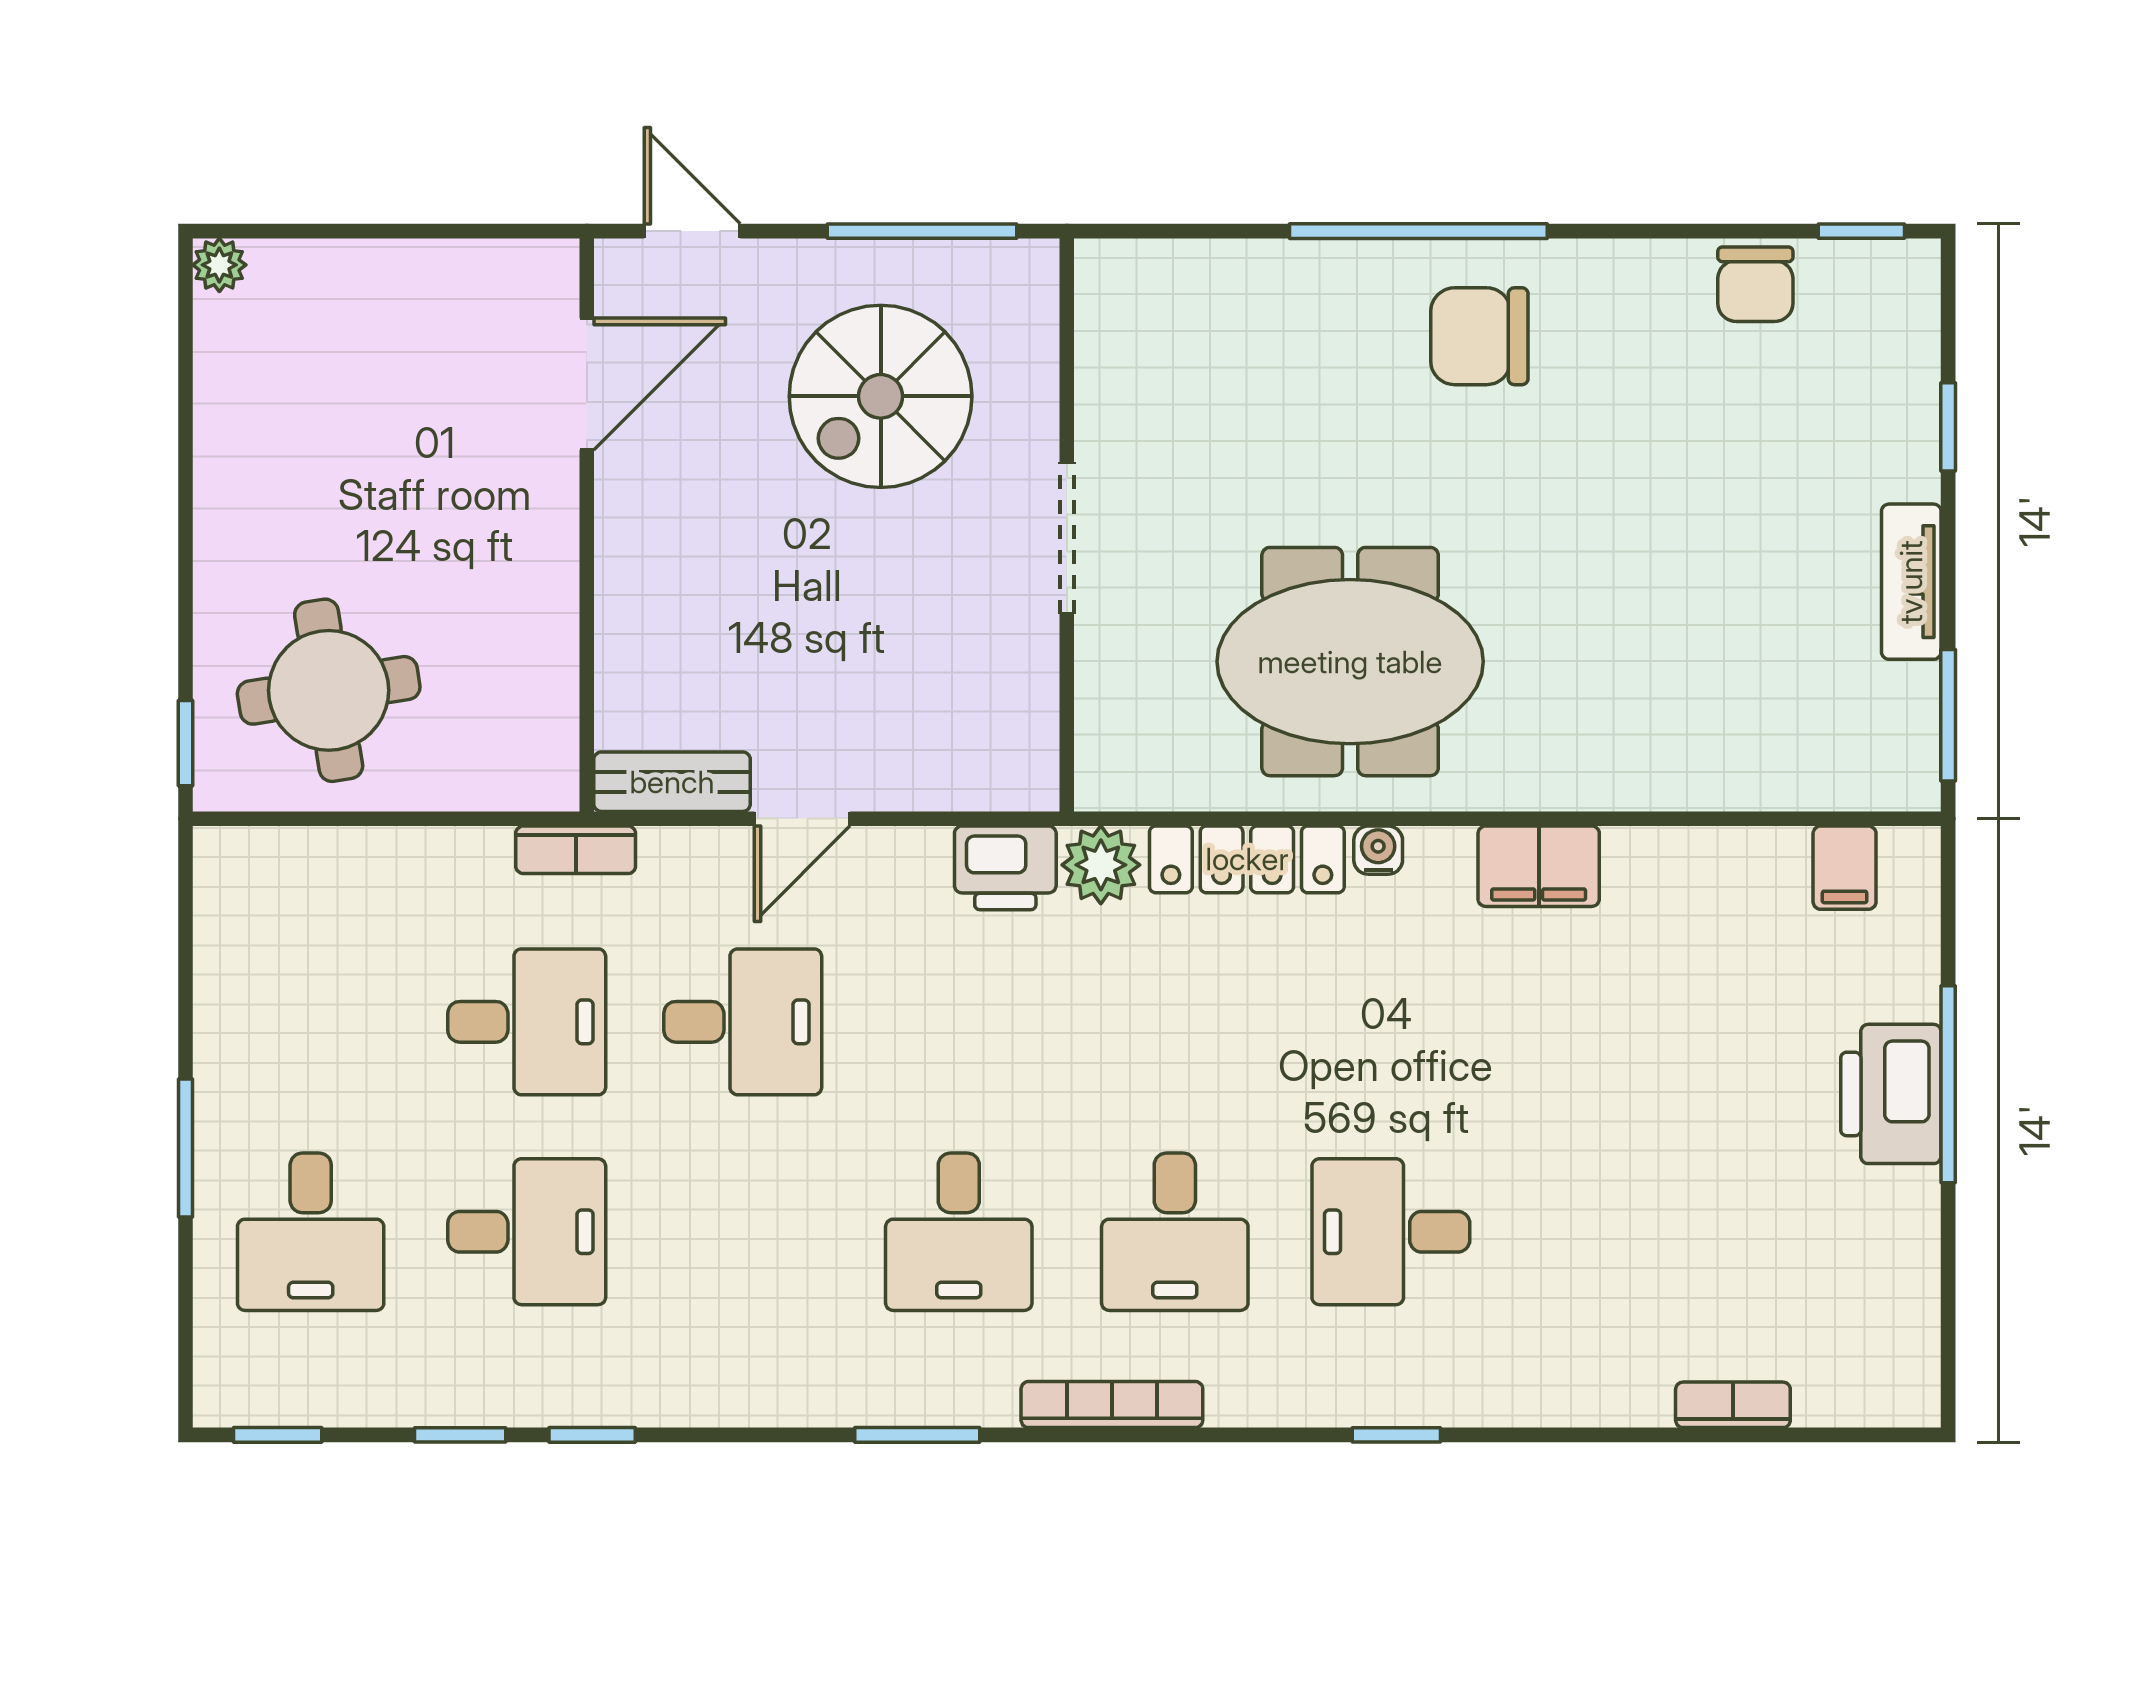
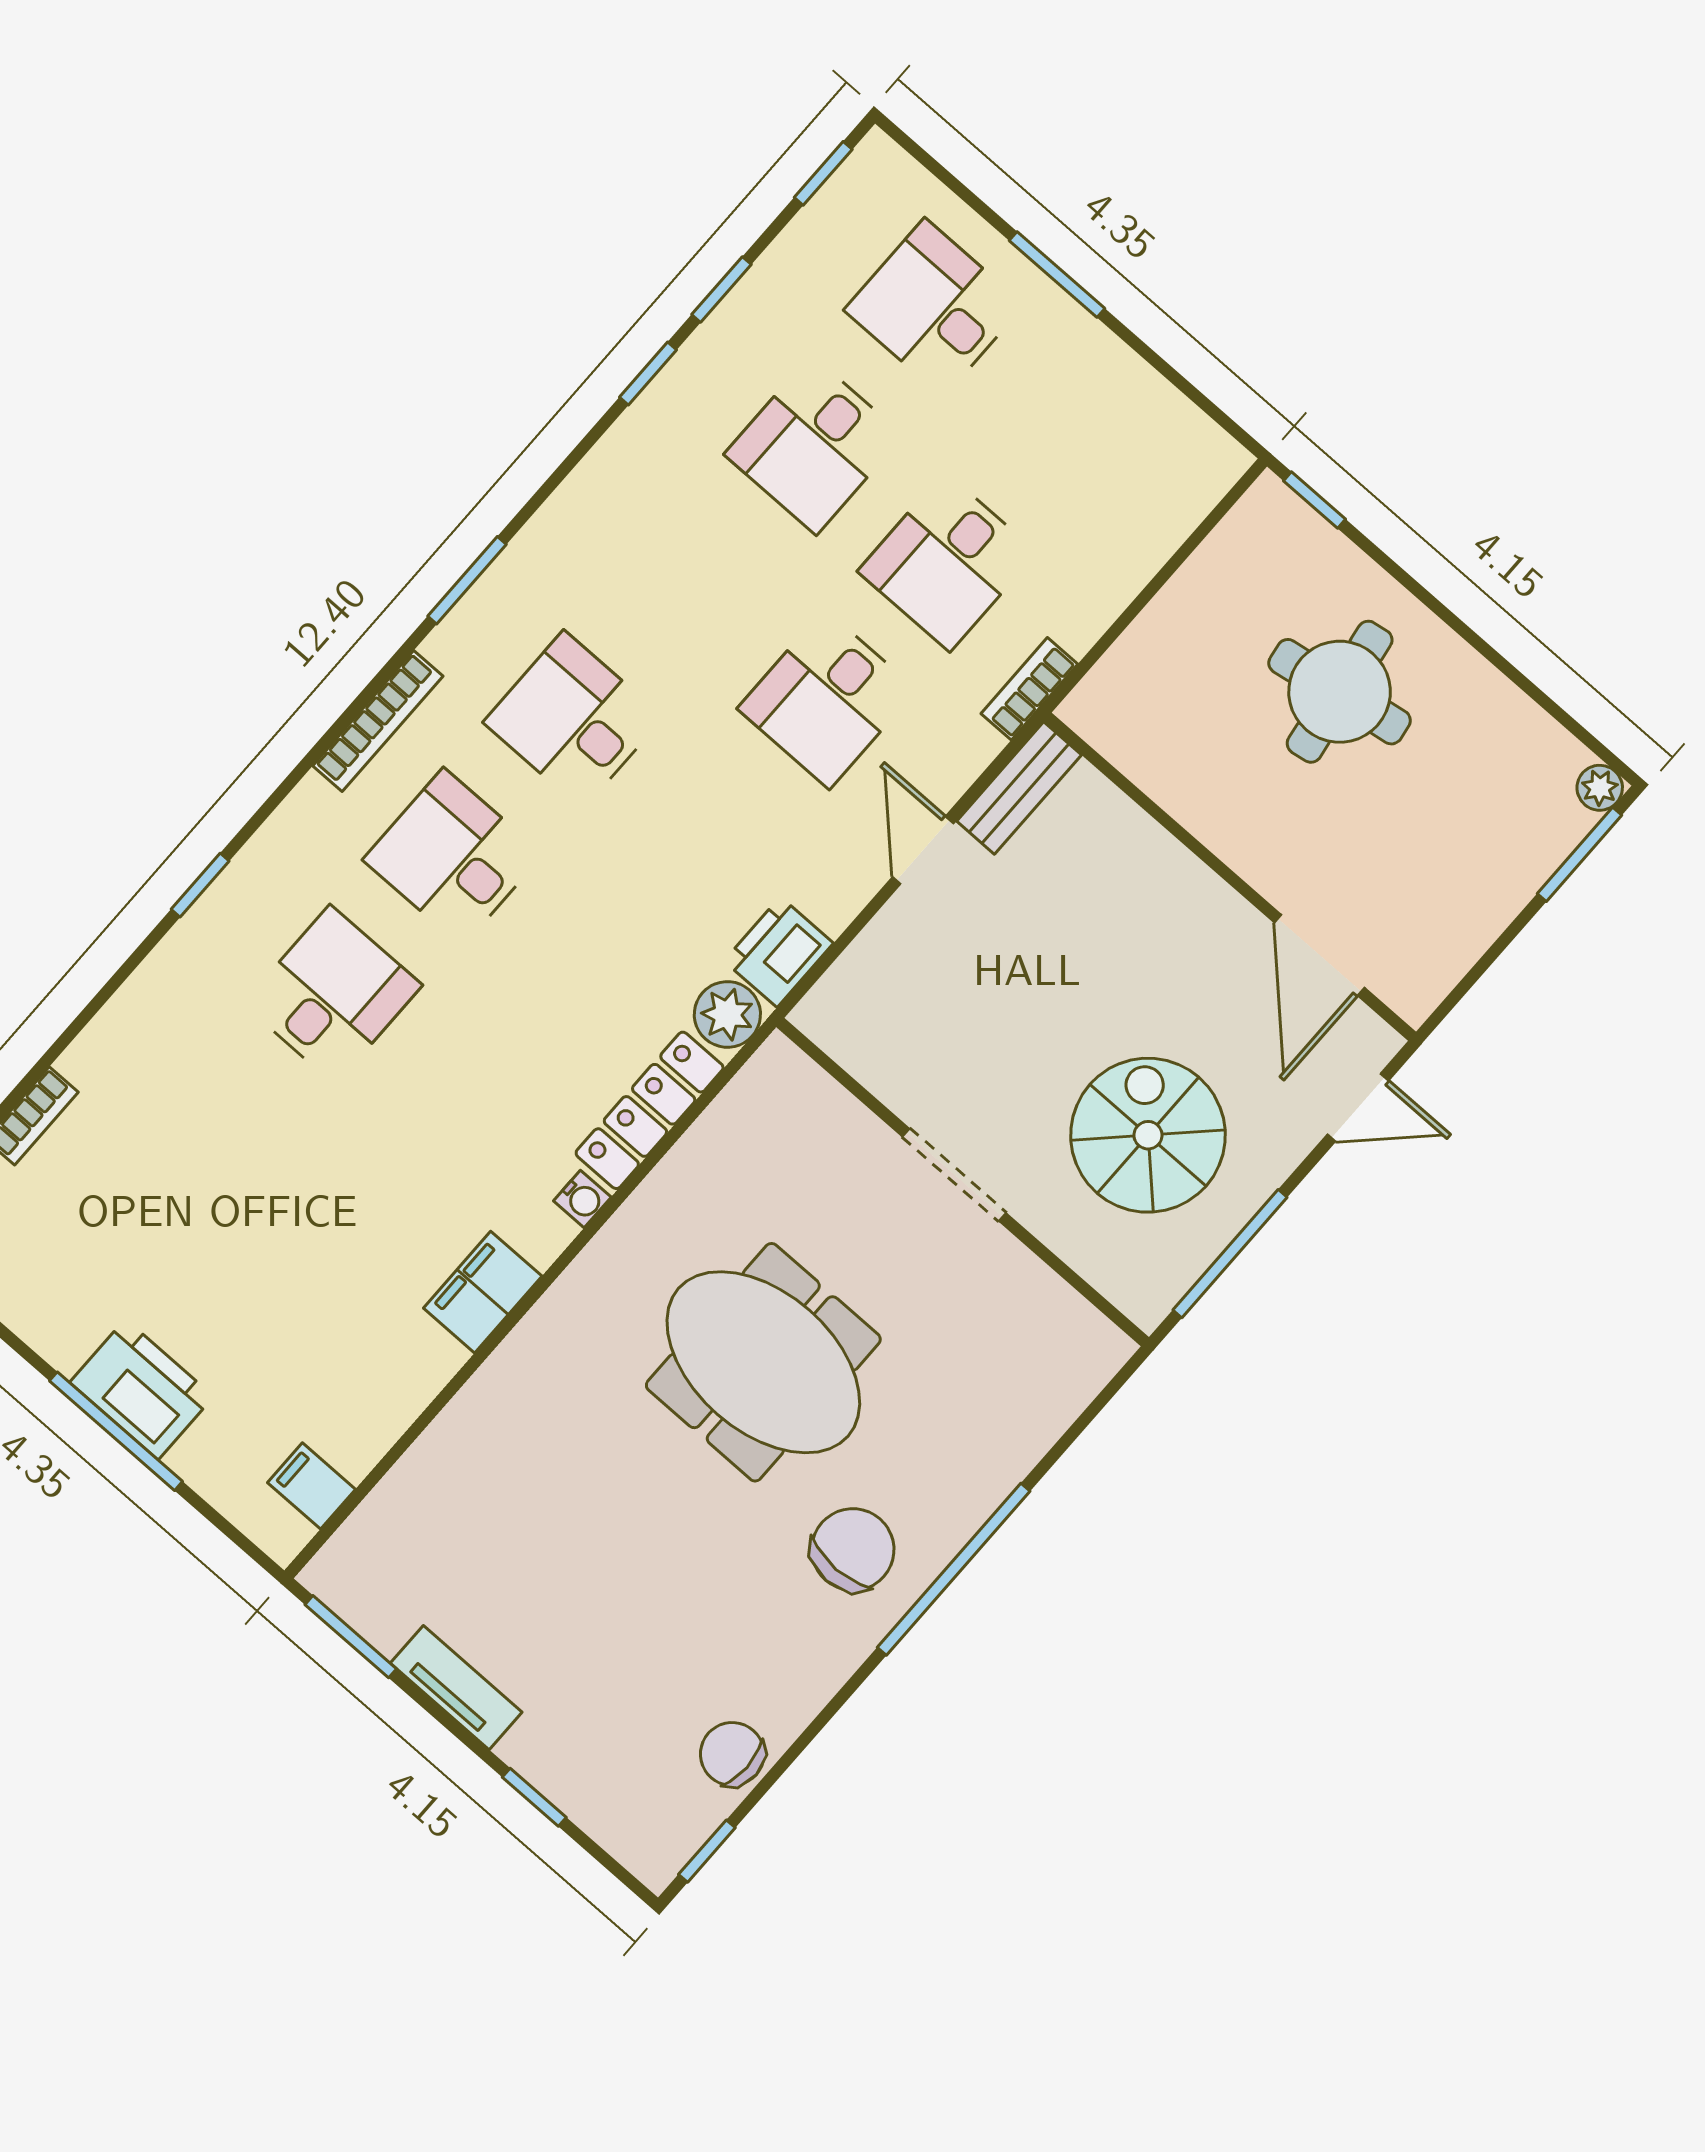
window: (294, 231) -> (1579, 854), added
meeting table: (1350, 662) -> (763, 1362), moved, turned 90
round table: (329, 690) -> (1340, 692), moved

